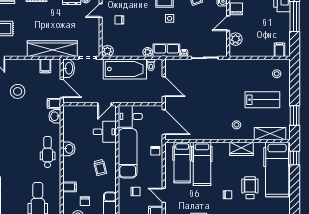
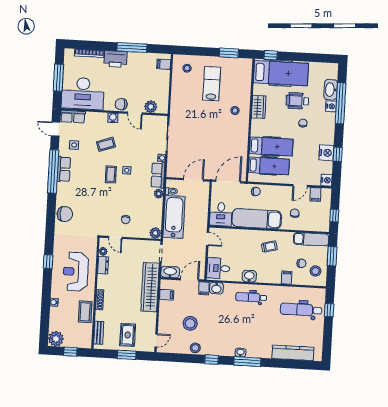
desk: (105, 132) -> (218, 268), moved, turned -90
shelving: (270, 134) -> (245, 78), removed

